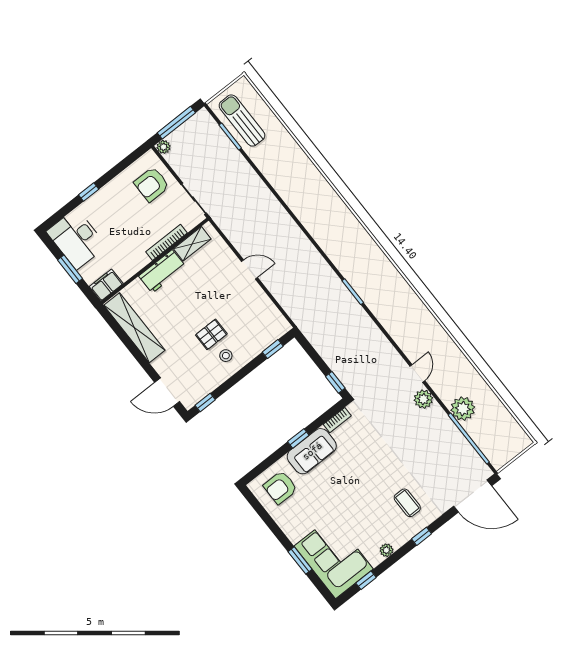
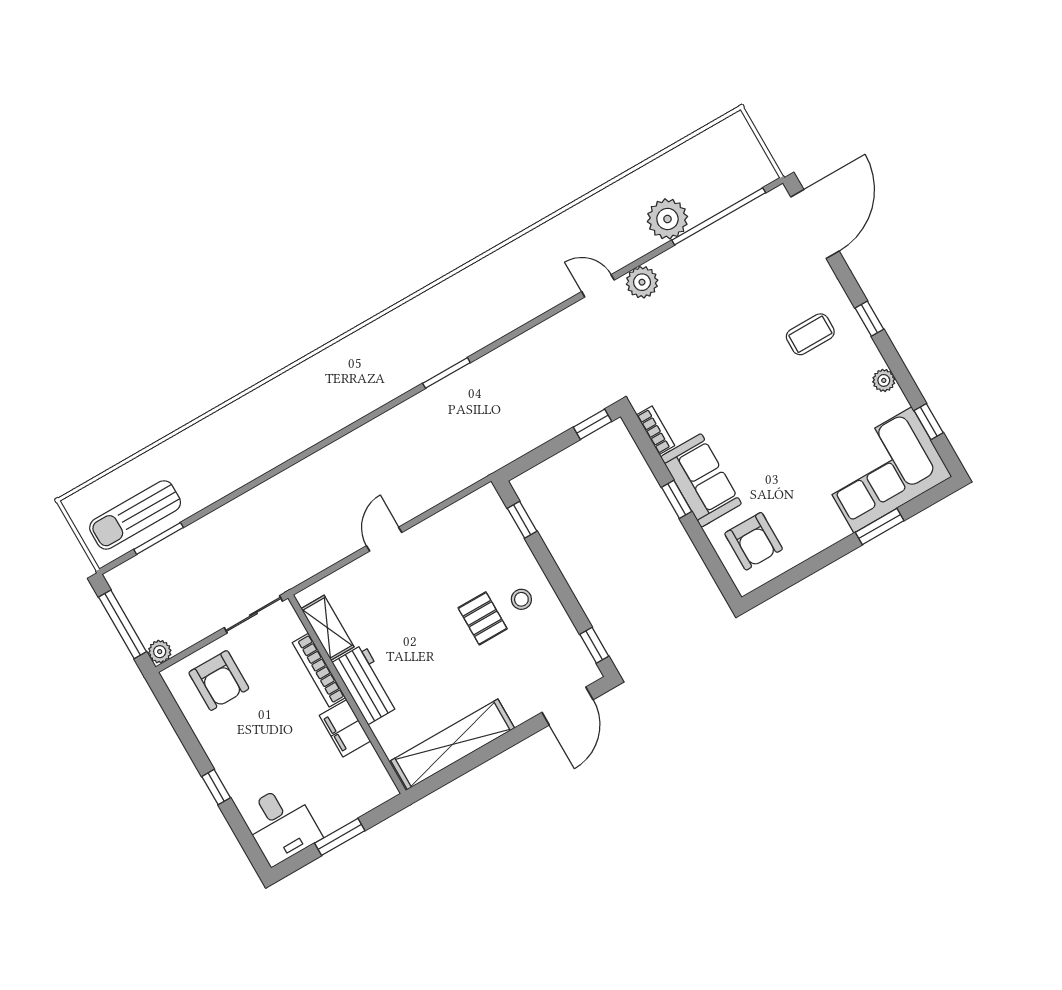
desk: (76, 239) -> (281, 824), width x0.73
filing cabinet: (106, 285) -> (345, 728), moved

